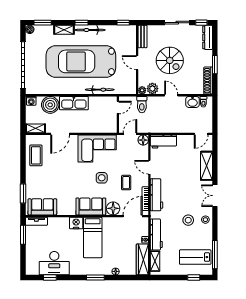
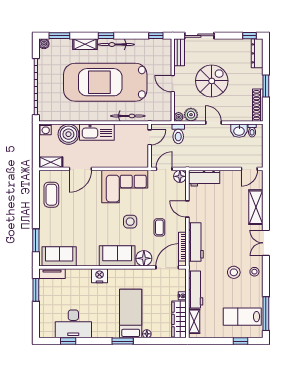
sliding door: (177, 23) -> (199, 36), moved
spiral stairs: (170, 60) -> (212, 81), turned -90
bed: (93, 237) -> (131, 314), moved, turned 180

